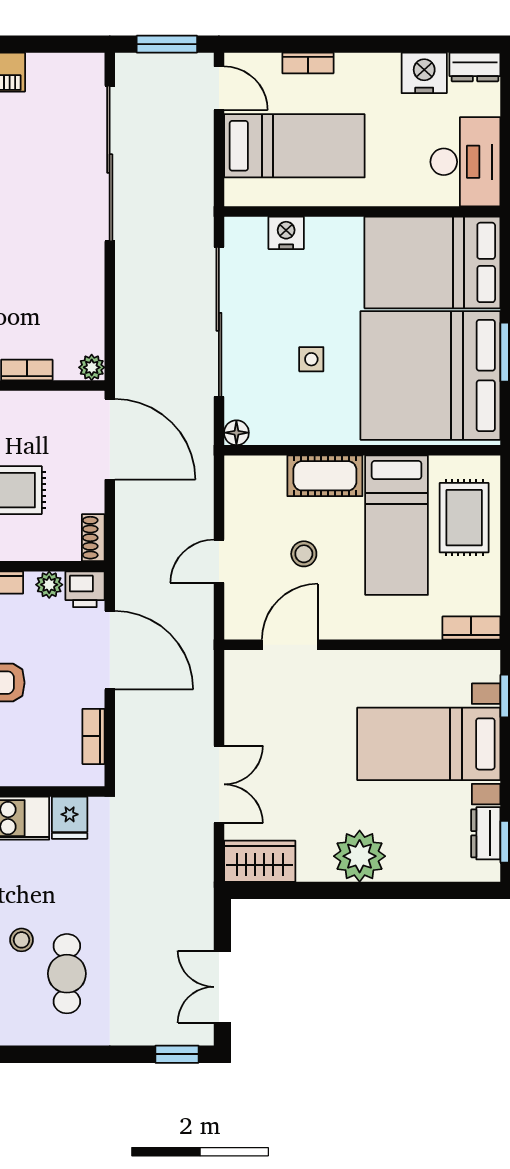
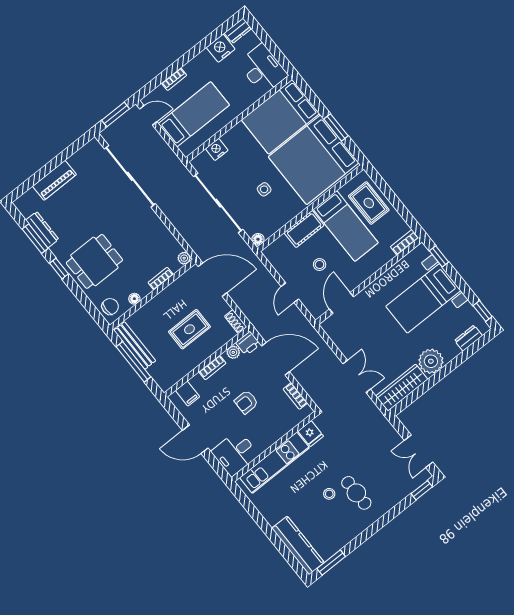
dresser: (486, 833) -> (468, 338), moved, turned 90
wardrobe: (260, 861) -> (402, 388), width x1.50

